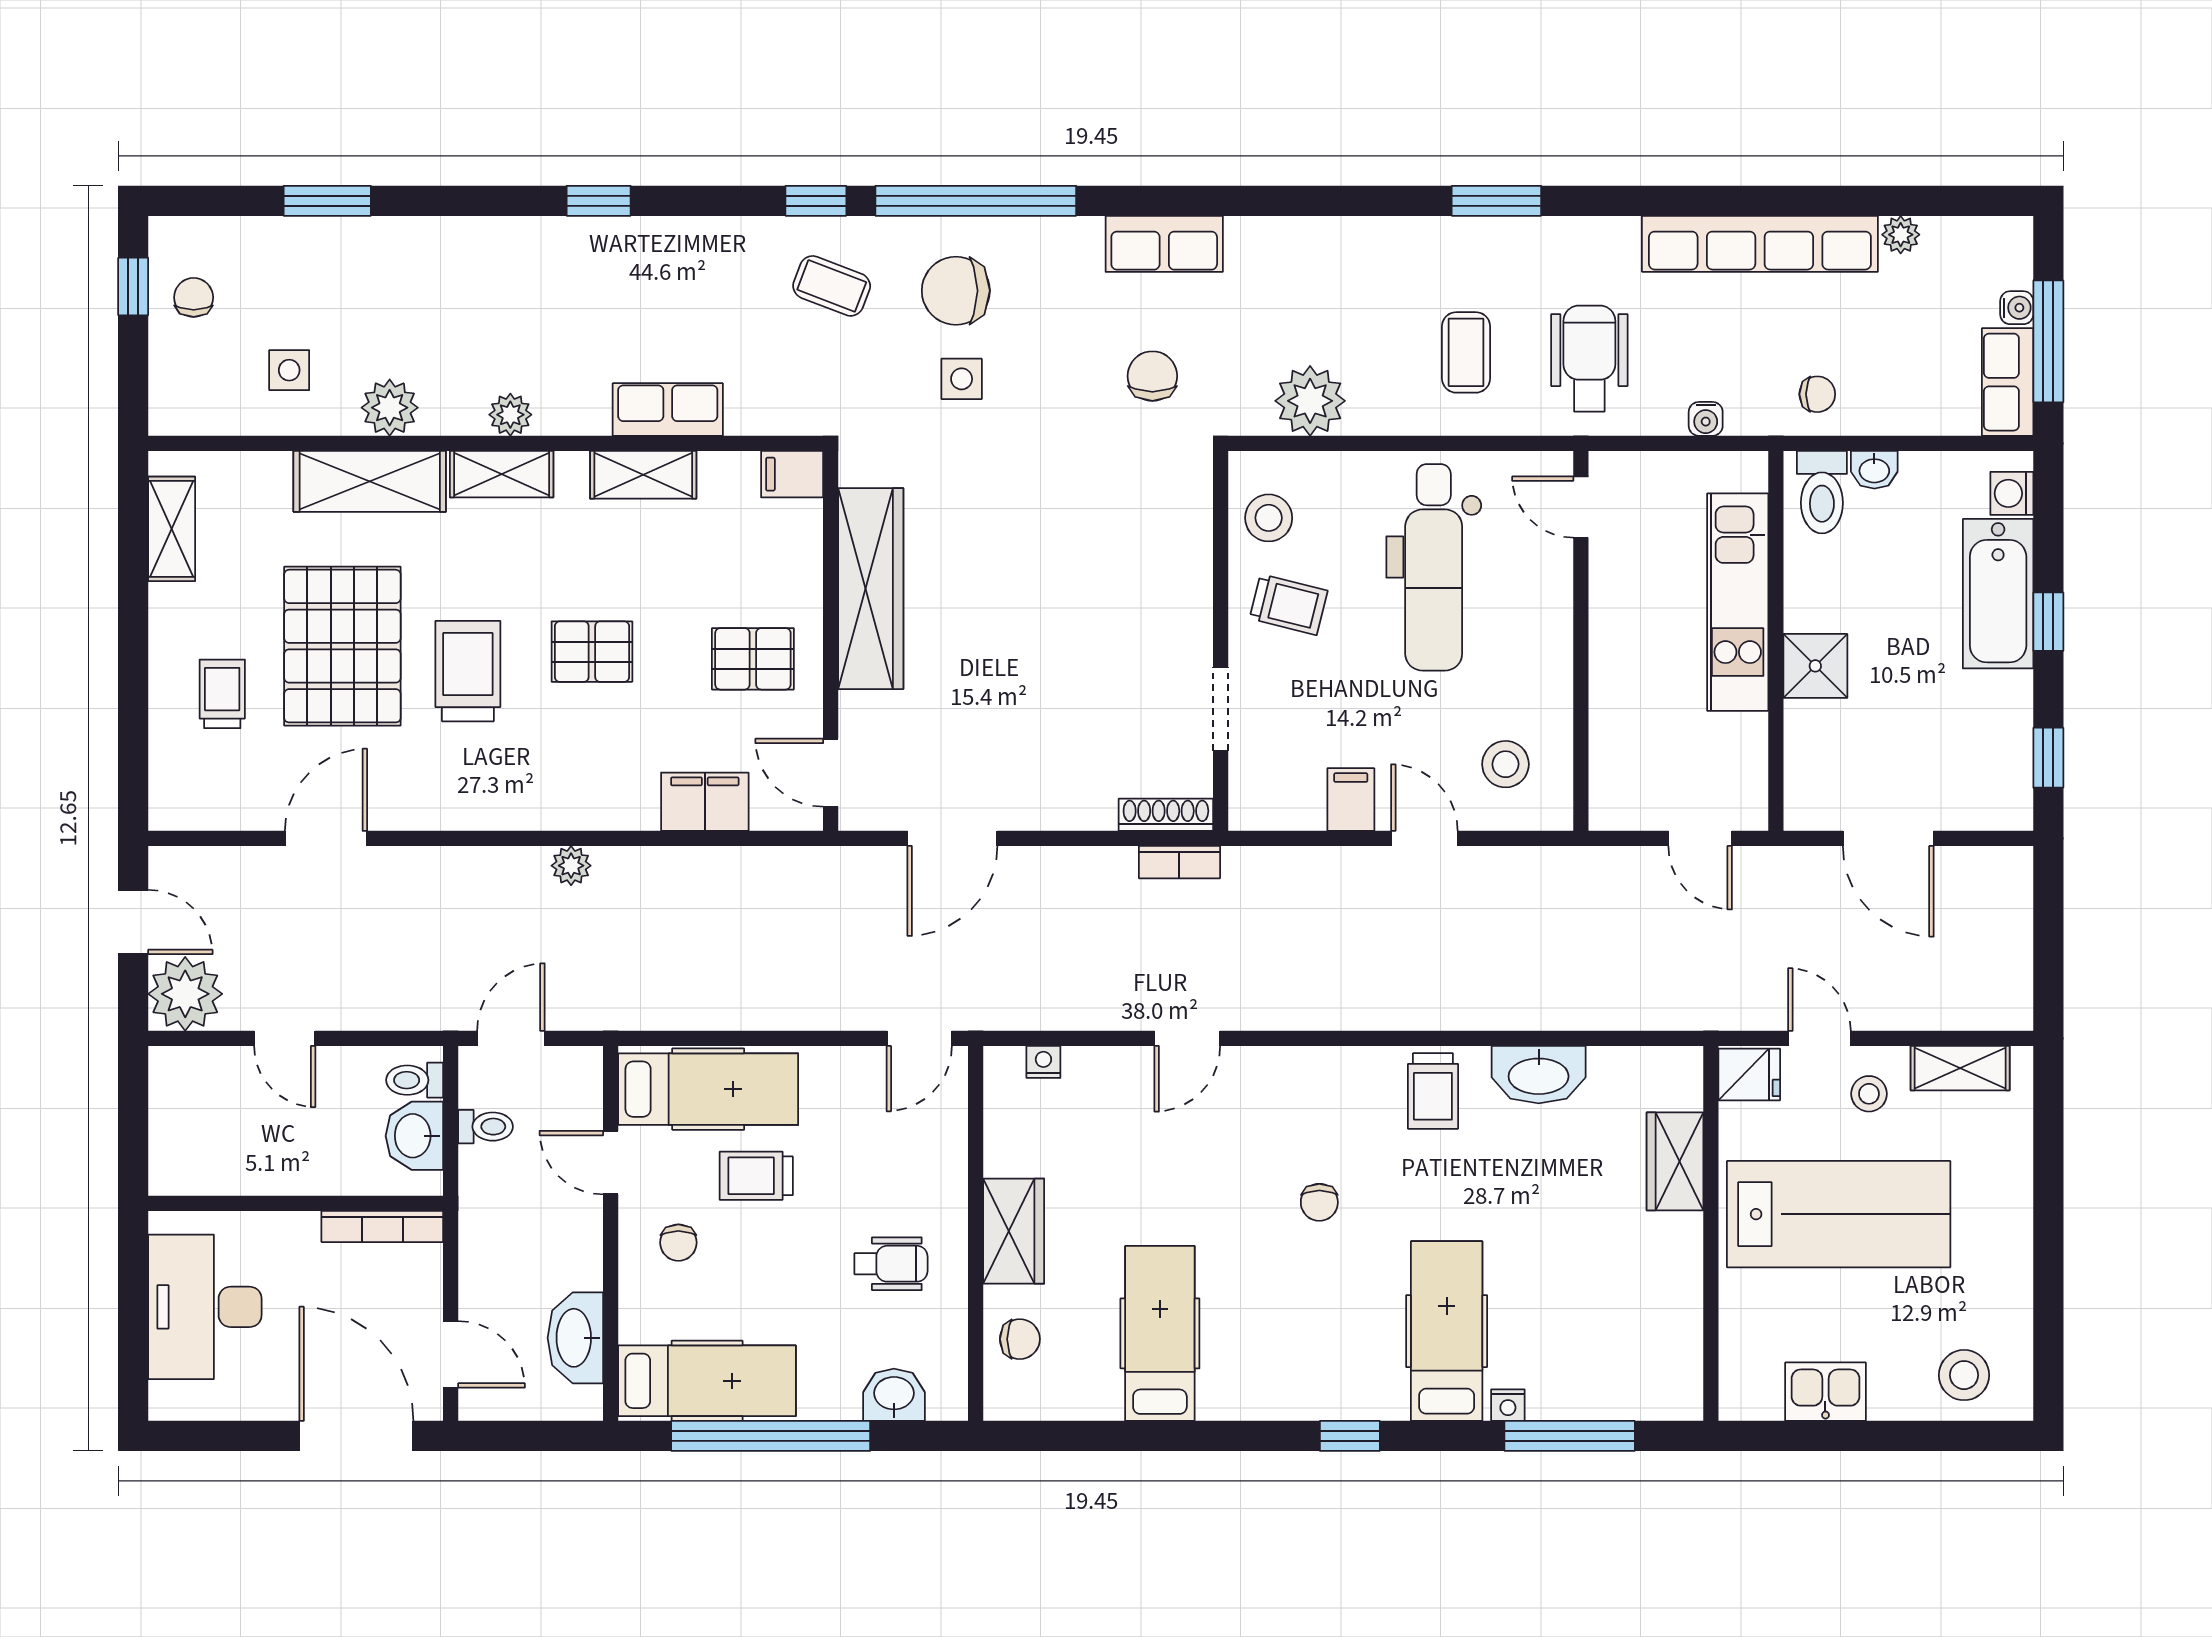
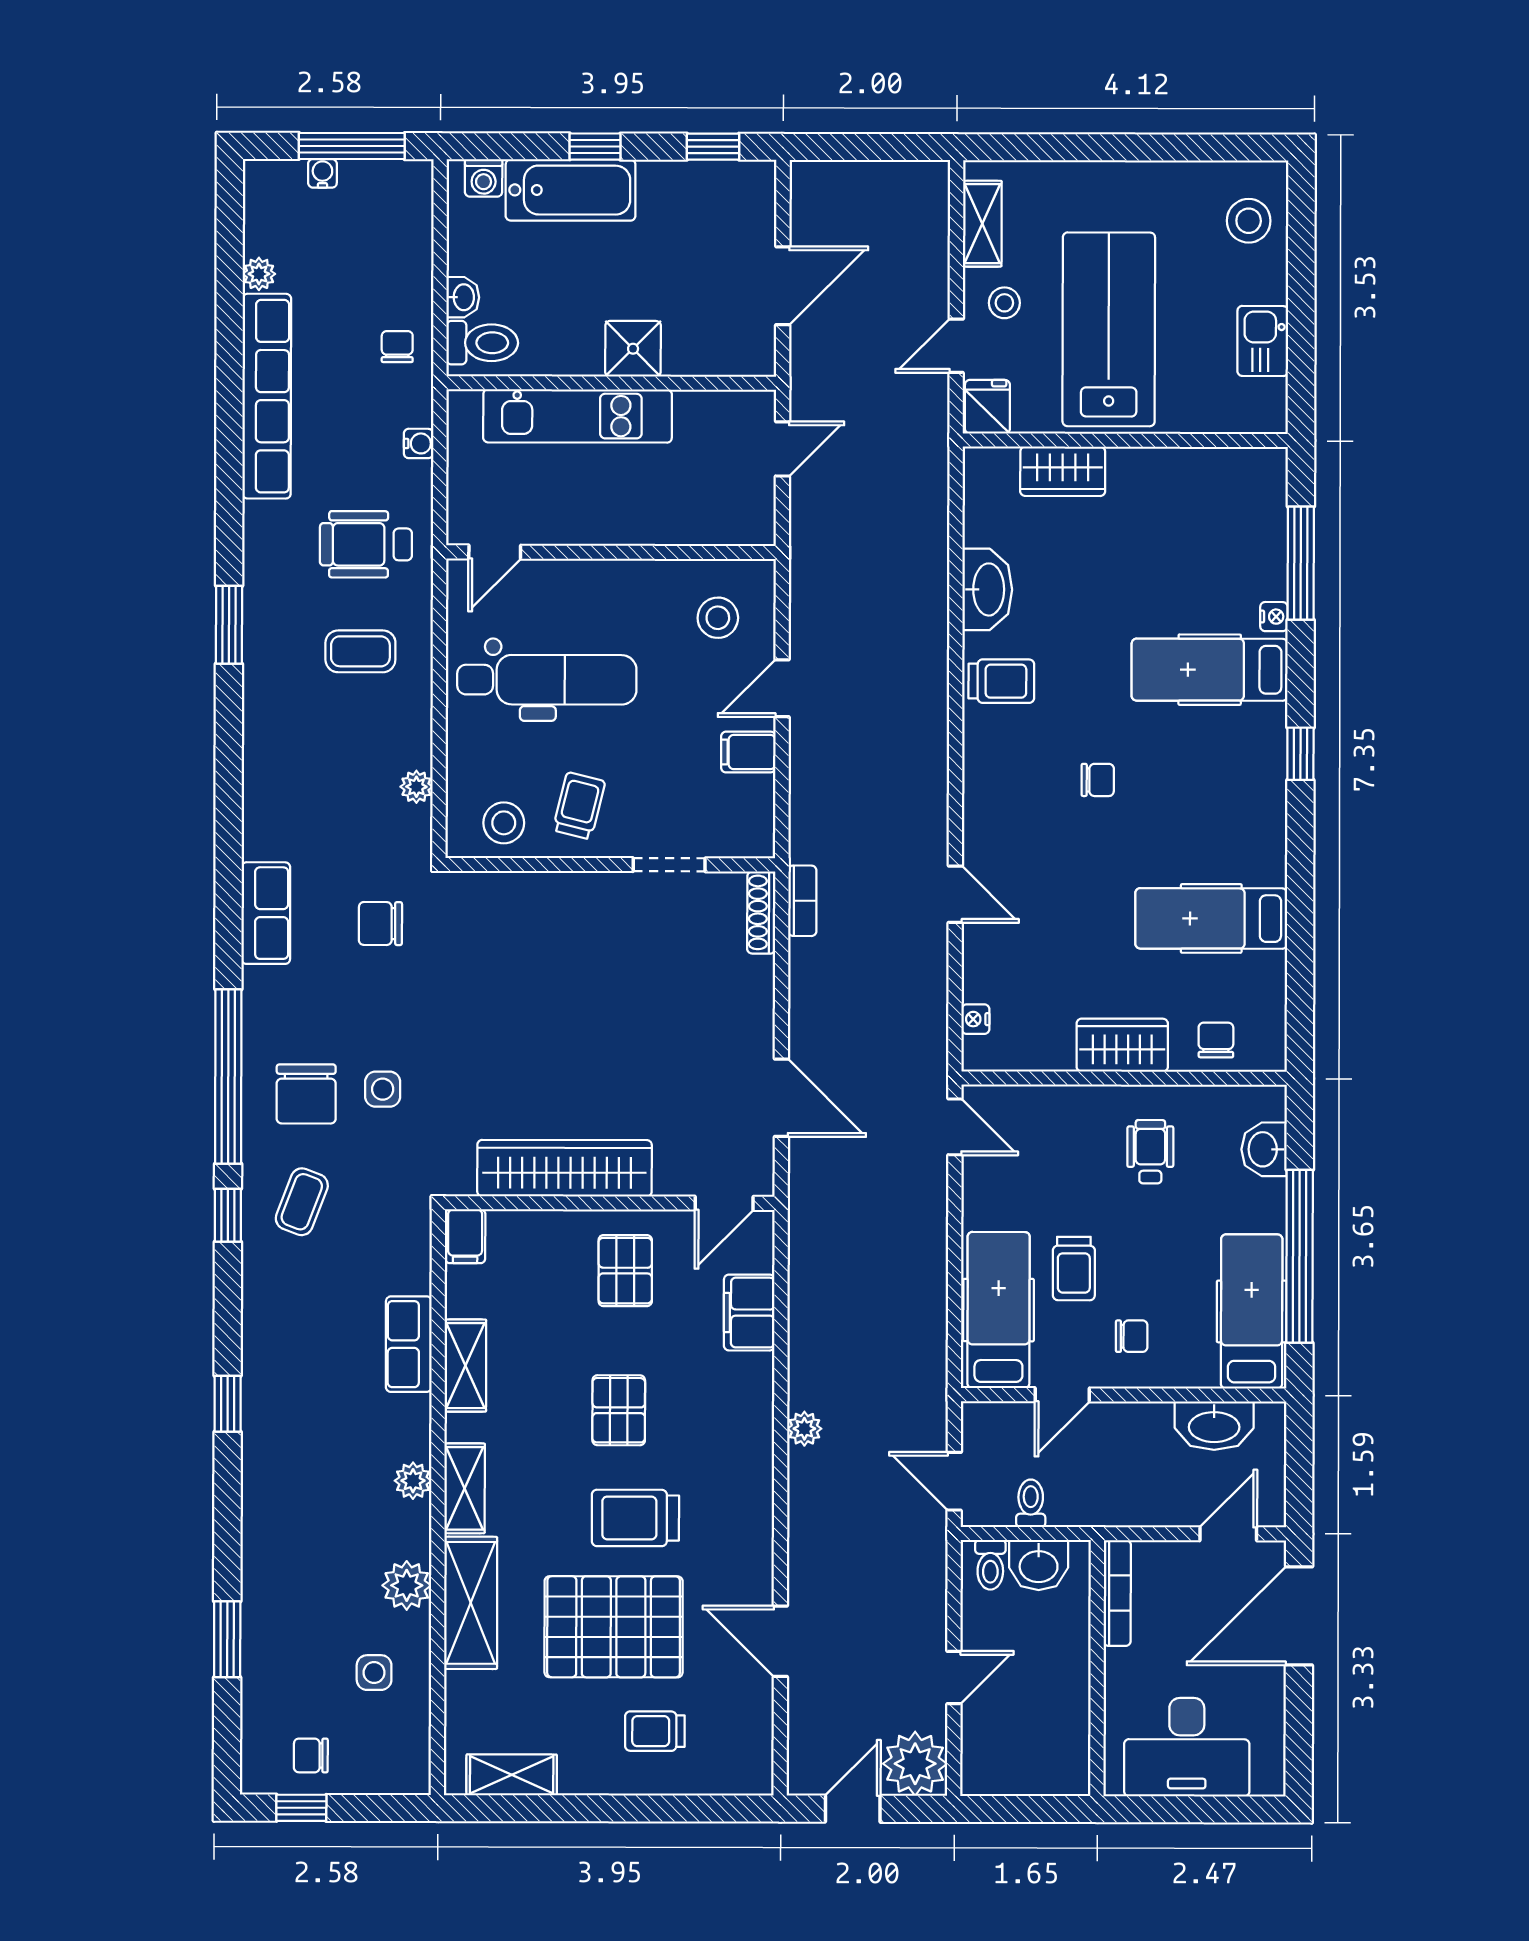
row of seats: (2008, 382) -> (387, 181), removed
plant: (1310, 401) -> (416, 787), width x0.53, depth x0.53

